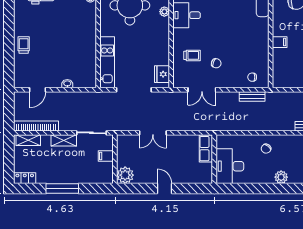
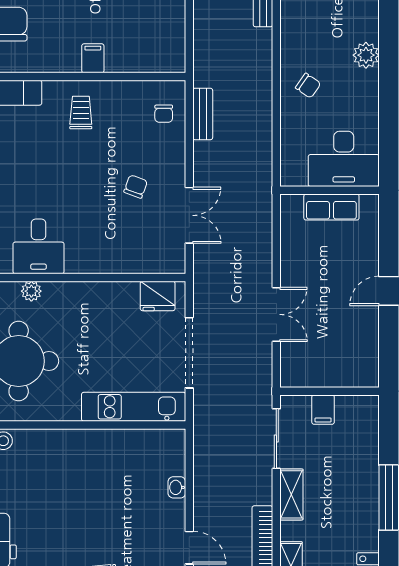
trolley: (192, 55) -> (81, 112), moved
row of seats: (206, 149) -> (331, 207), moved
plant: (125, 175) -> (362, 370), removed

